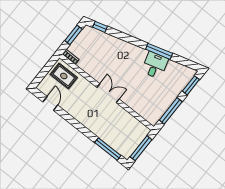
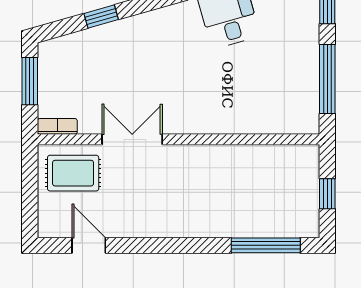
window: (100, 27) -> (101, 17), moved
double door: (108, 93) -> (132, 139), moved
window: (141, 148) -> (327, 194), width x0.46

